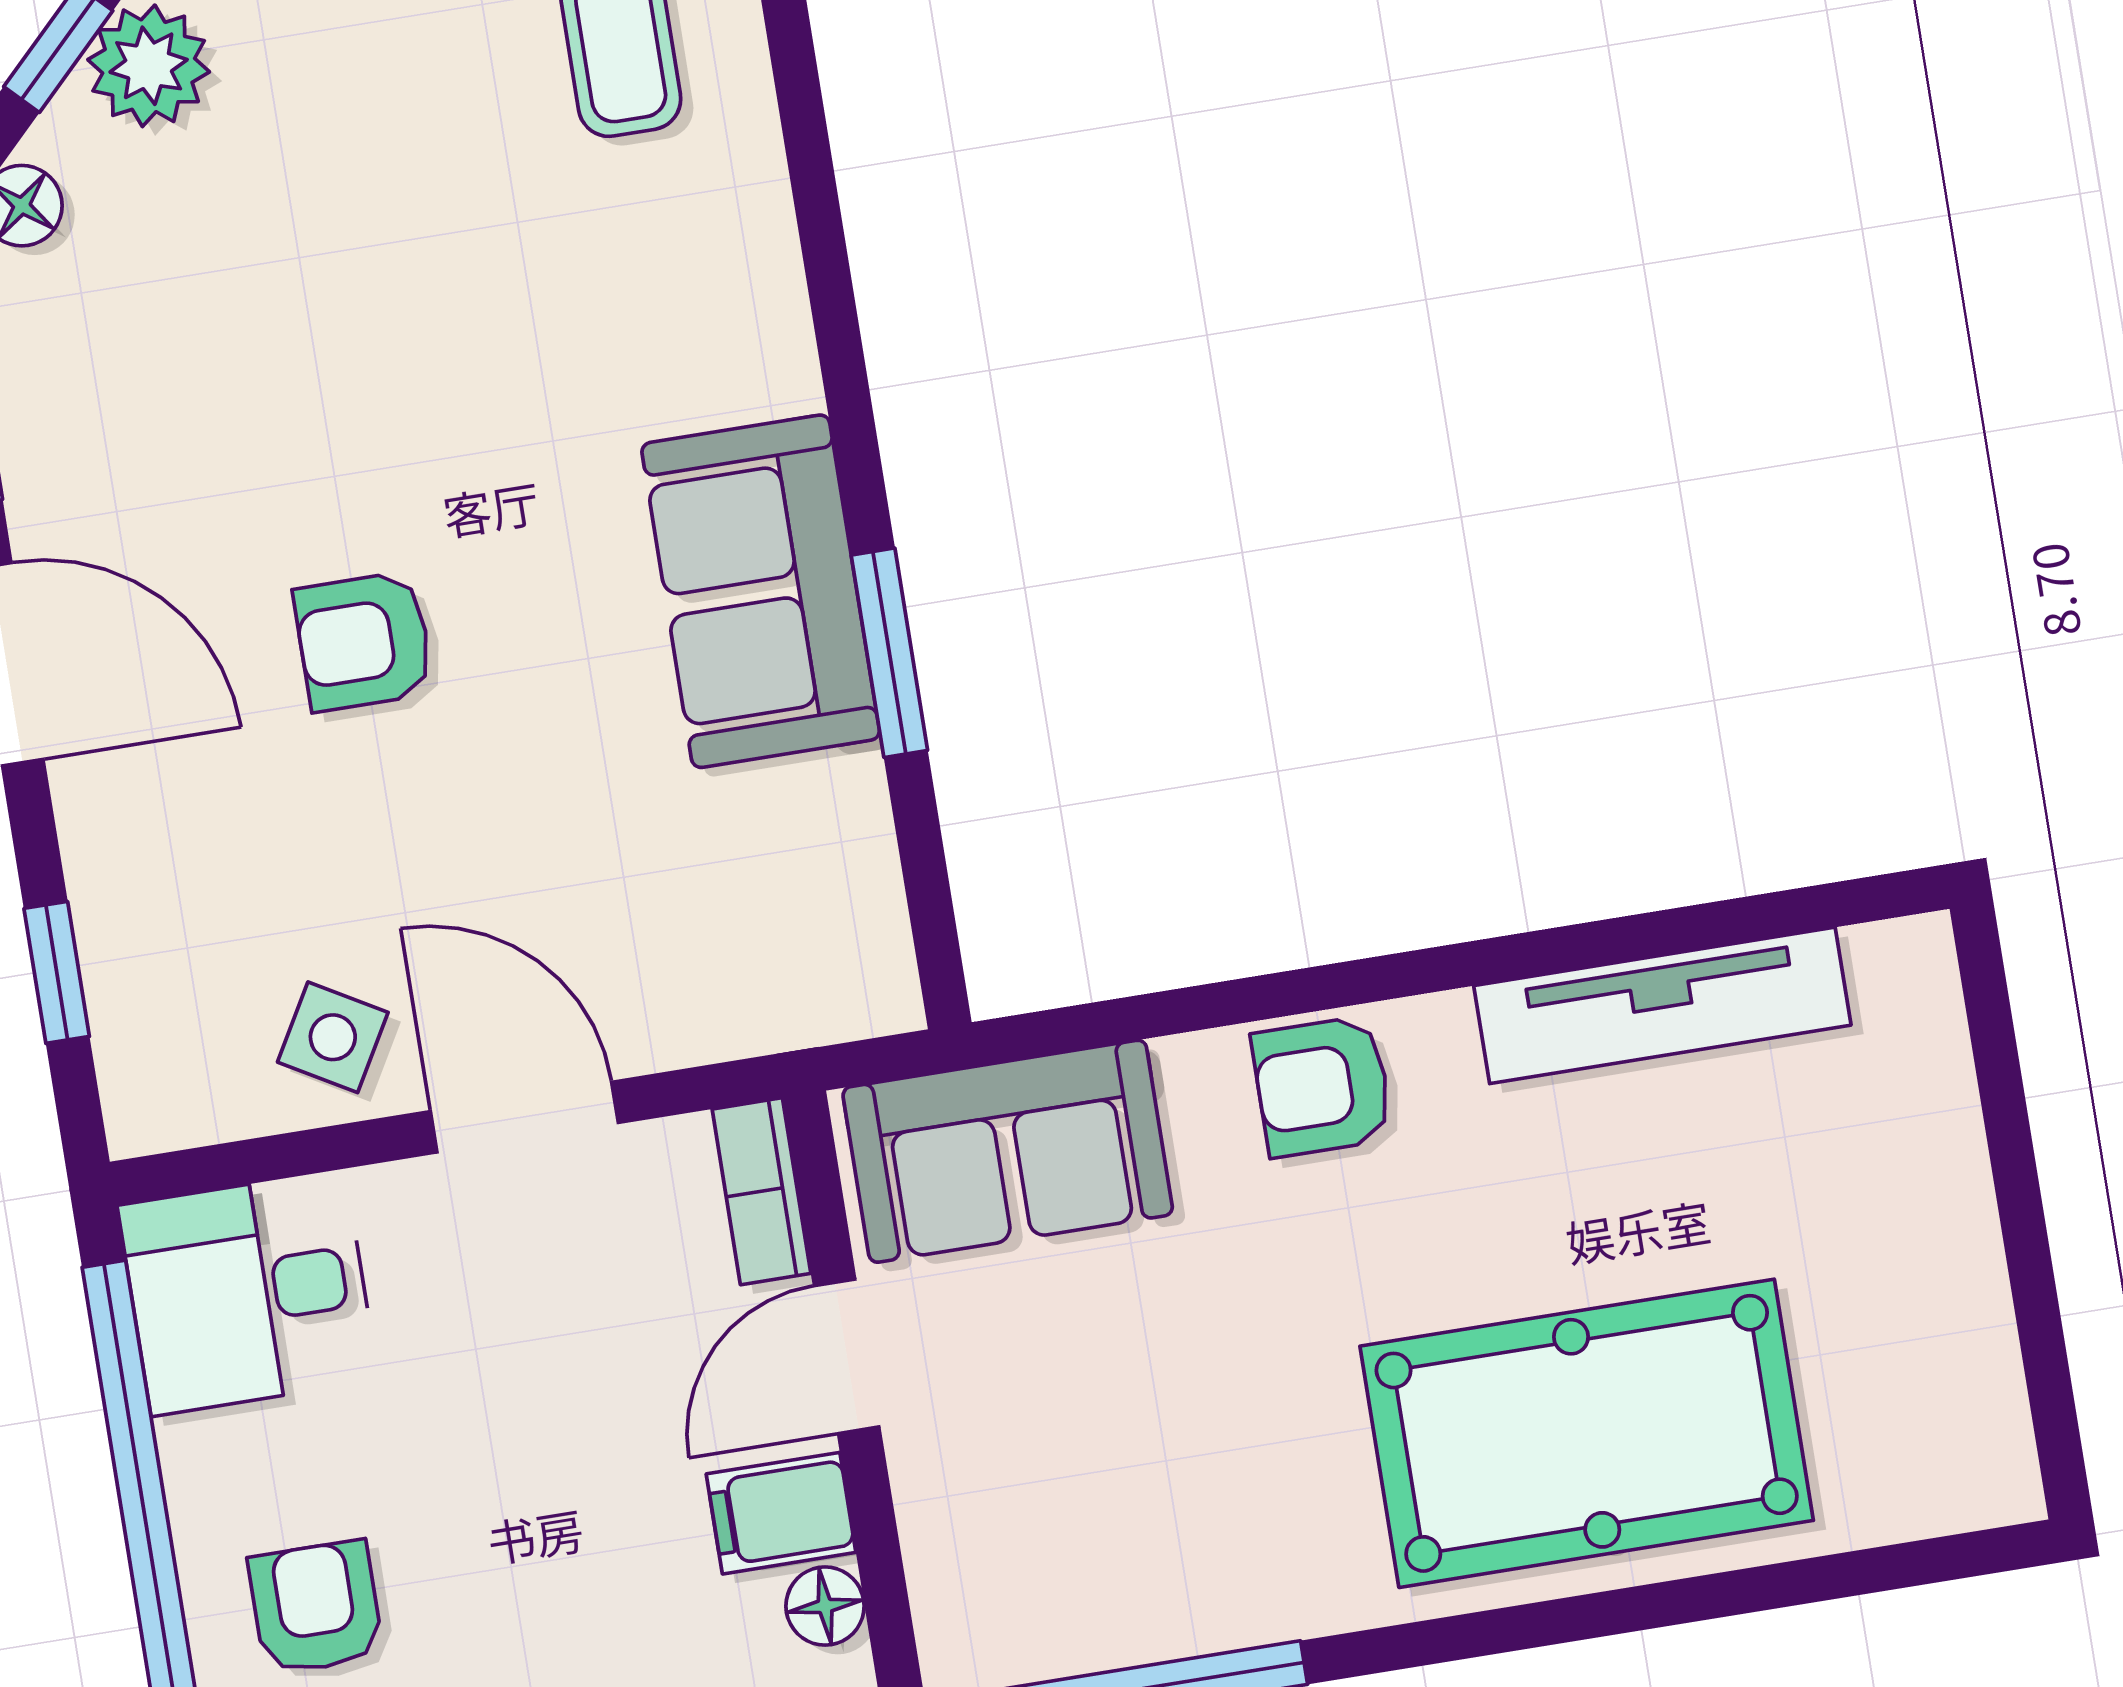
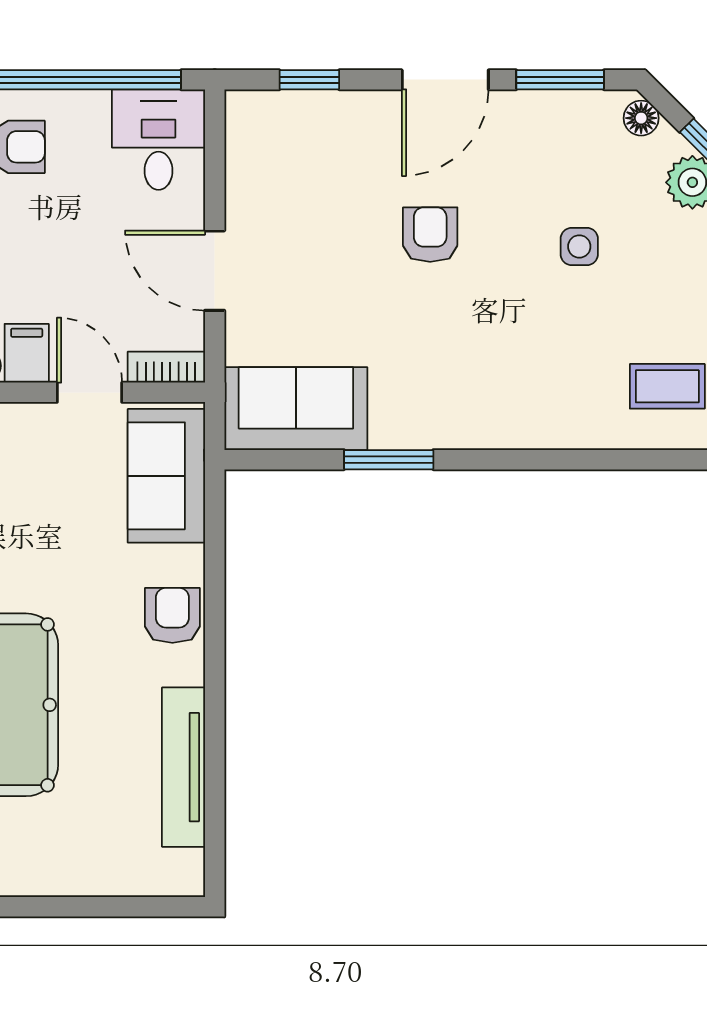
sofa: (761, 591) -> (296, 409), moved
side table: (333, 1037) -> (579, 246), moved, turned -30
door: (524, 1117) -> (215, 271), swing flipped

